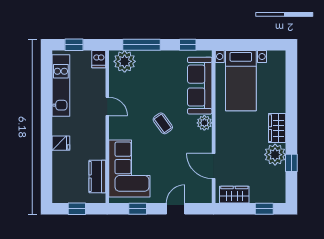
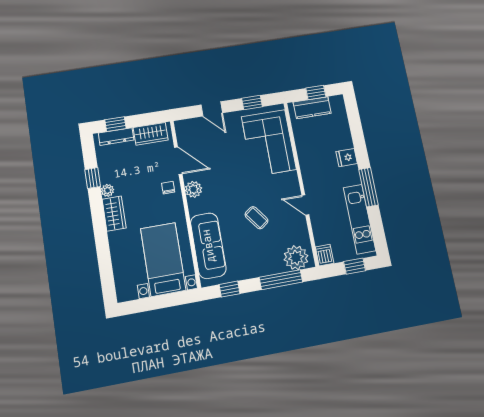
window: (46, 113) -> (369, 187), added
coffee table: (163, 123) -> (257, 218), moved
plant: (204, 123) -> (194, 189), moved
chair: (226, 143) -> (168, 188), added
plant: (275, 155) -> (107, 190), width x0.53, depth x0.53
kitchen counter: (97, 176) -> (312, 108), moved, turned 90
dresser: (265, 197) -> (116, 137), added
door: (176, 209) -> (212, 109), hinge flipped

